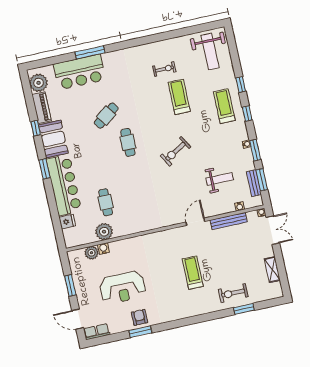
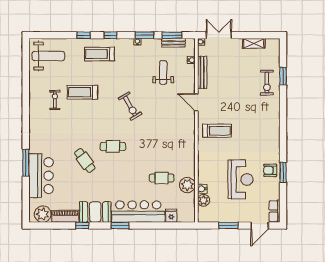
treadmill: (193, 273) -> (217, 131), moved, turned 180

